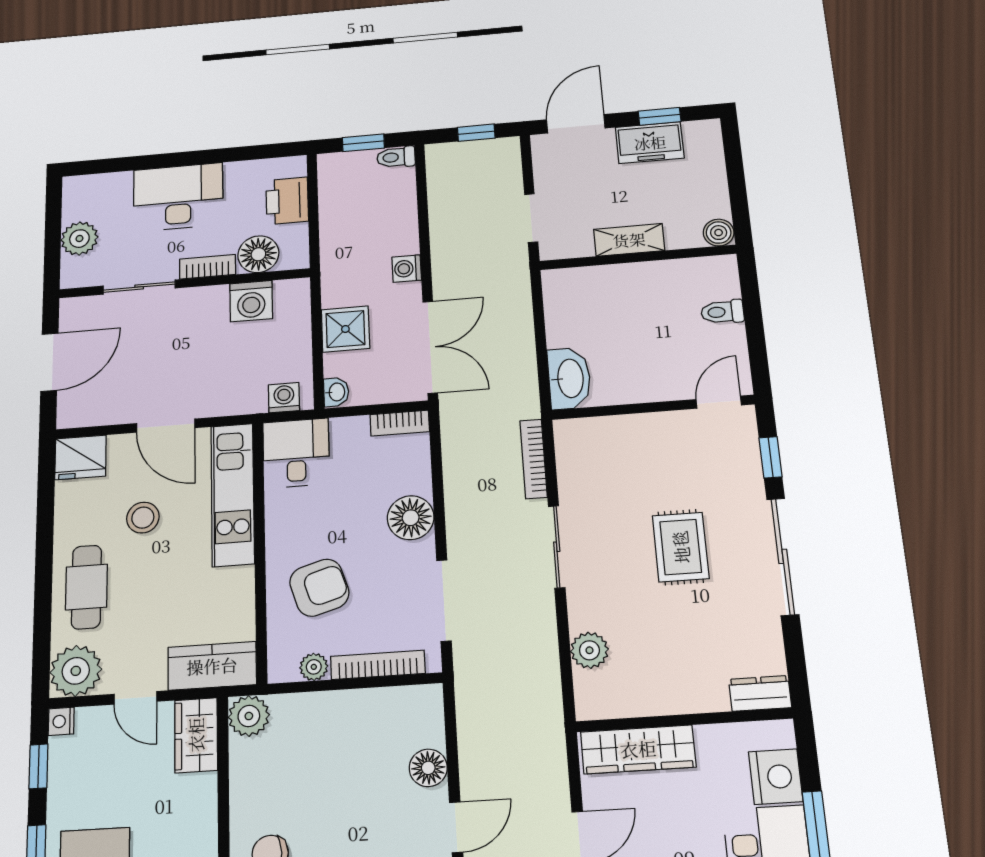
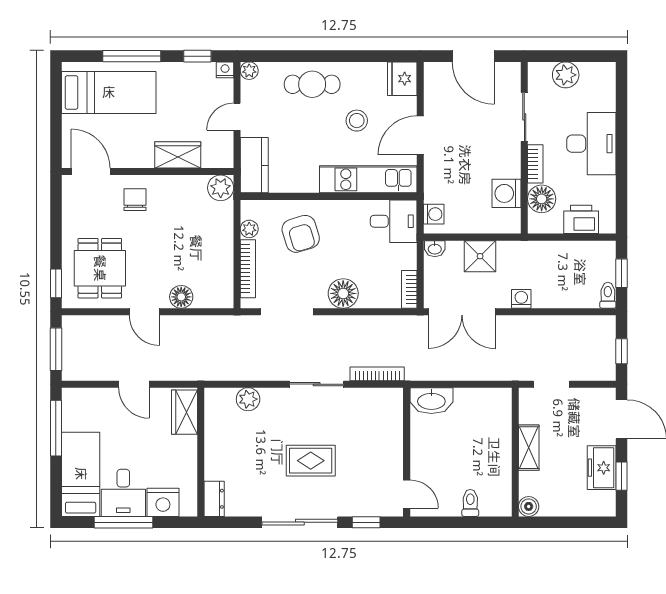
plant: (76, 671) -> (249, 71), width x0.53, depth x0.53
wardrobe: (196, 735) -> (178, 155), moved
wardrobe: (638, 749) -> (184, 412), width x0.67

